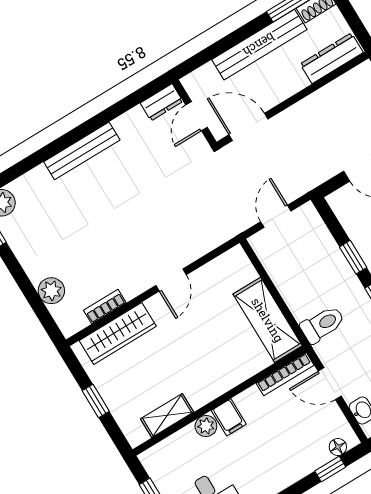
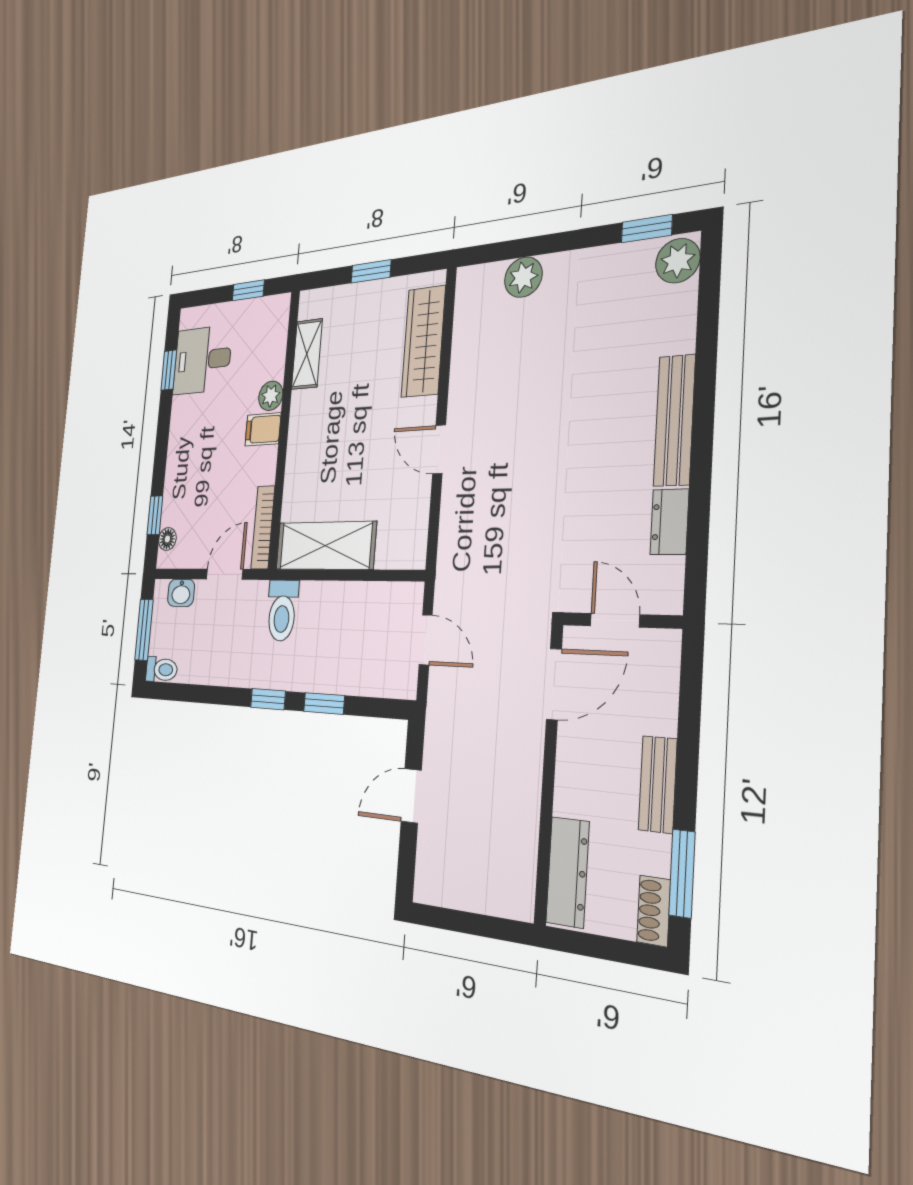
bench: (259, 45) -> (658, 784), width x0.54, depth x0.82
dresser: (162, 102) -> (670, 522), moved
bookcase: (105, 306) -> (462, 341), removed

